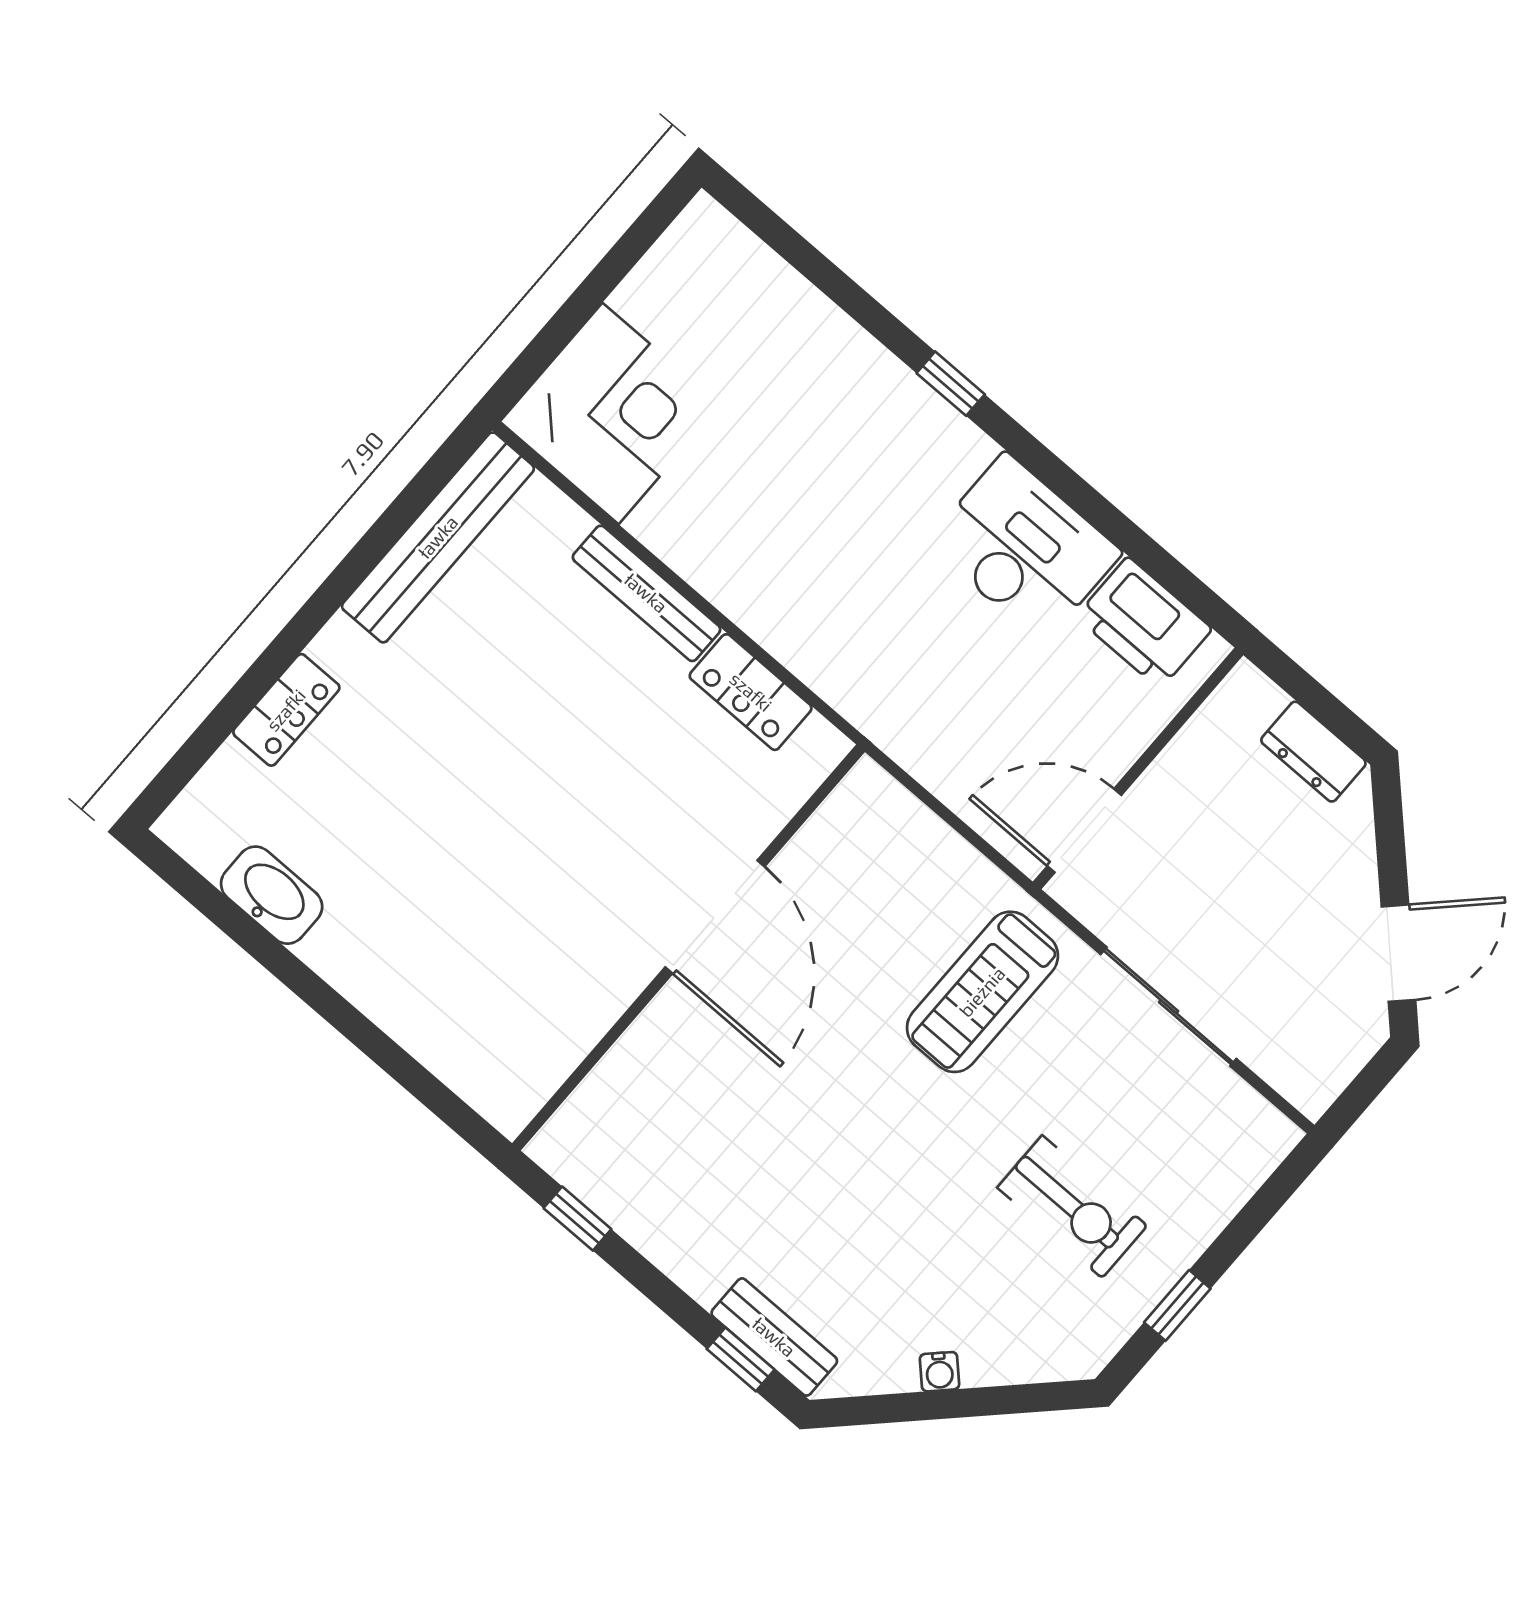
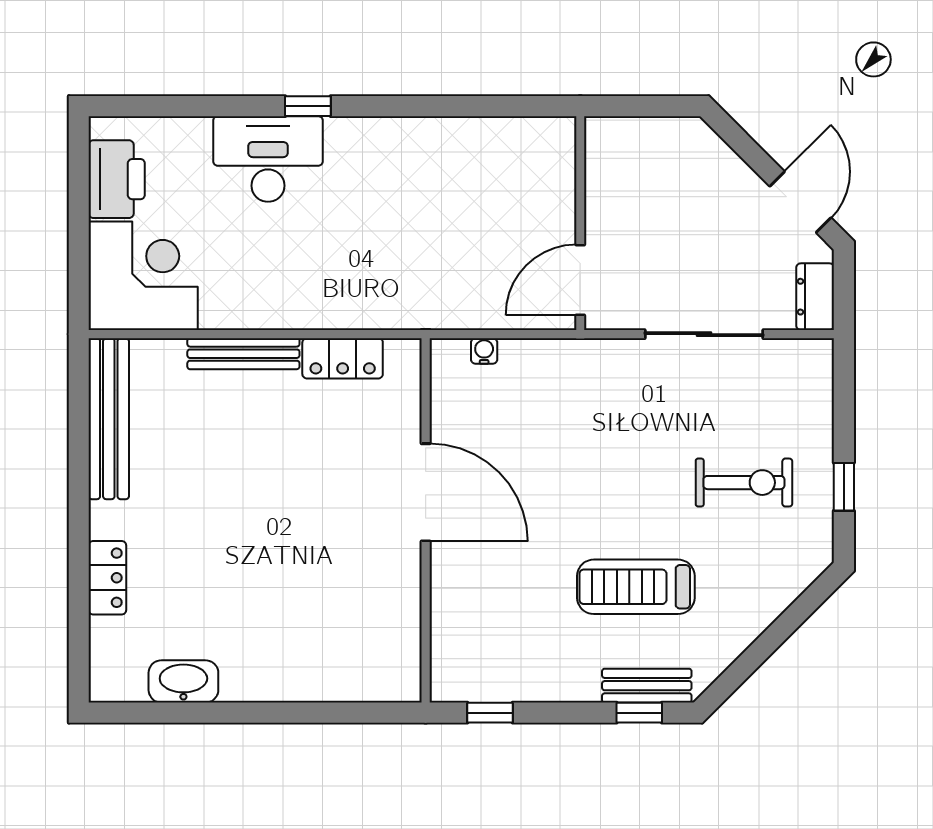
desk: (1024, 548) -> (268, 159), moved
printer: (1144, 623) -> (117, 179), moved, turned -90
dresser: (1313, 752) -> (815, 297), moved, turned 90
treadmill: (982, 992) -> (636, 587), moved, turned 90
water cooler: (940, 1372) -> (484, 351), moved, turned -135

